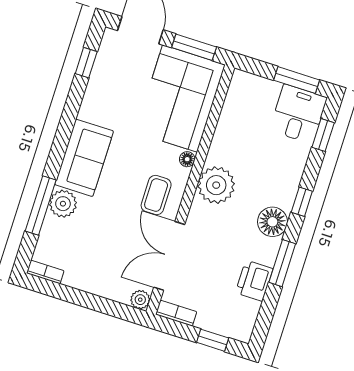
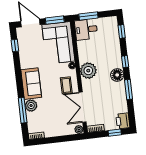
window: (297, 80) -> (88, 16), moved
desk: (298, 114) -> (86, 29), moved, turned -90
printer: (254, 281) -> (123, 121), moved

